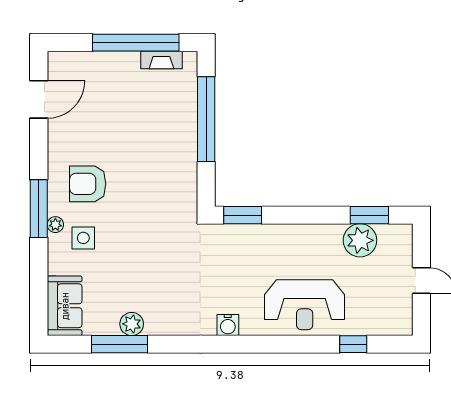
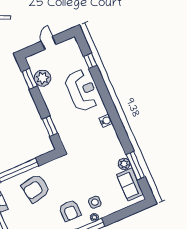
armchair: (158, 138) -> (36, 188), added
window: (243, 215) -> (50, 126), moved
sofa: (65, 306) -> (130, 184), moved, turned -90

